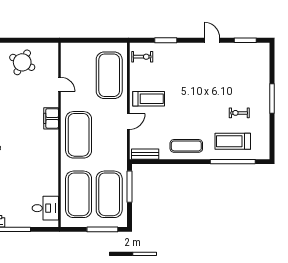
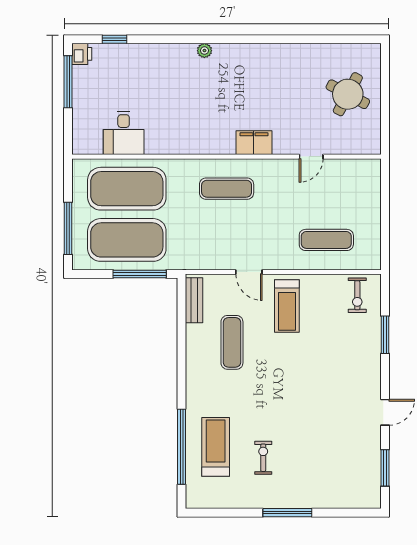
exercise mat: (109, 75) -> (326, 240), width x0.50, depth x0.69
exercise mat: (79, 135) -> (227, 189), width x0.50, depth x0.69
exercise mat: (186, 146) -> (232, 342), moved
desk: (45, 208) -> (124, 133), moved

